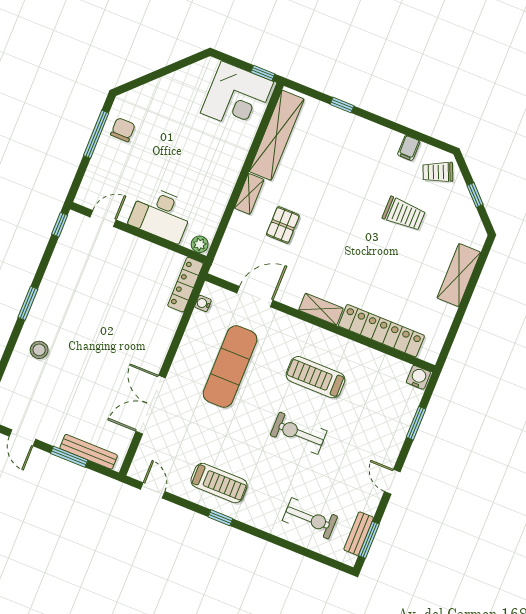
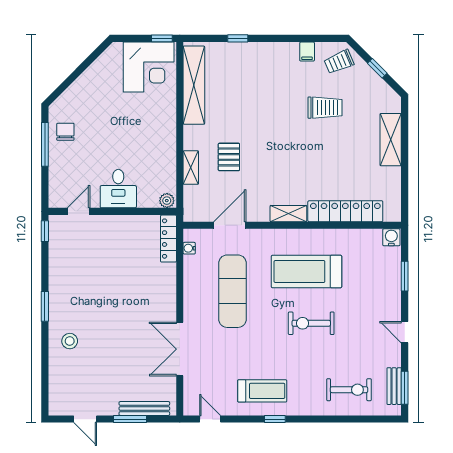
shelving: (249, 194) -> (191, 168), moved
desk: (161, 214) -> (118, 189), width x0.73
treadmill: (315, 377) -> (306, 272), width x1.37, depth x1.38

